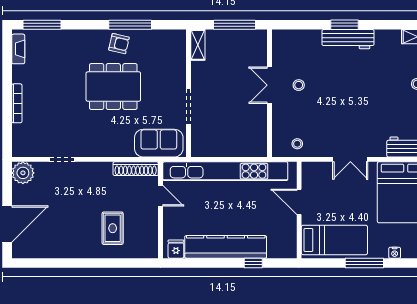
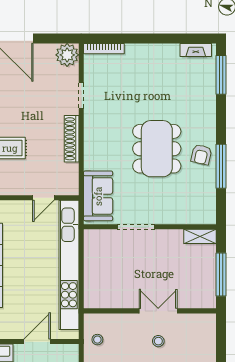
bookcase: (17, 103) -> (104, 49), moved
shoe rack: (136, 169) -> (72, 139), moved

